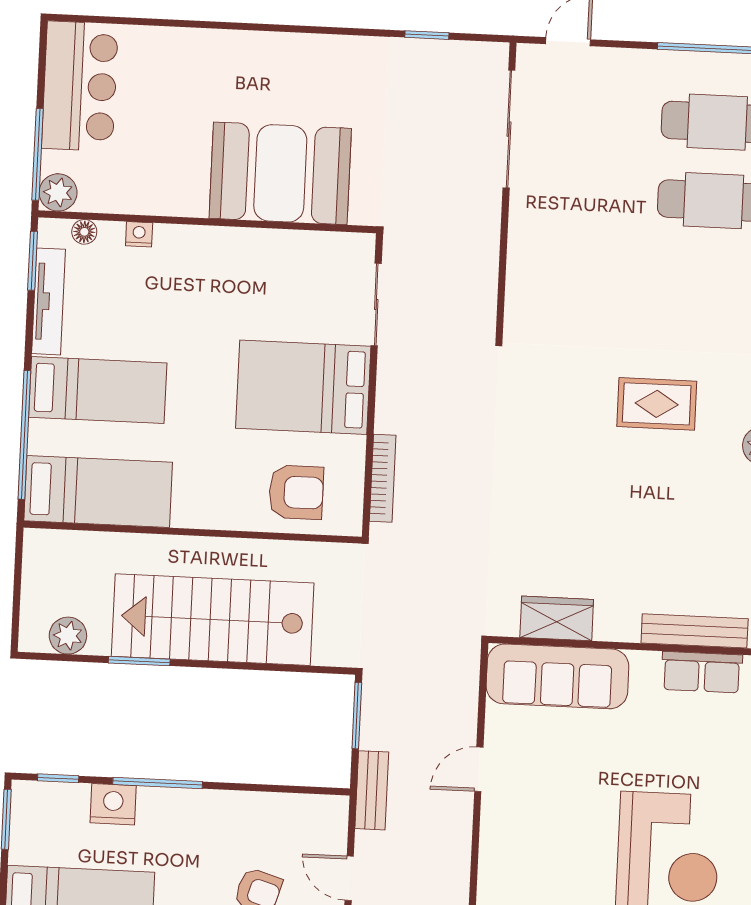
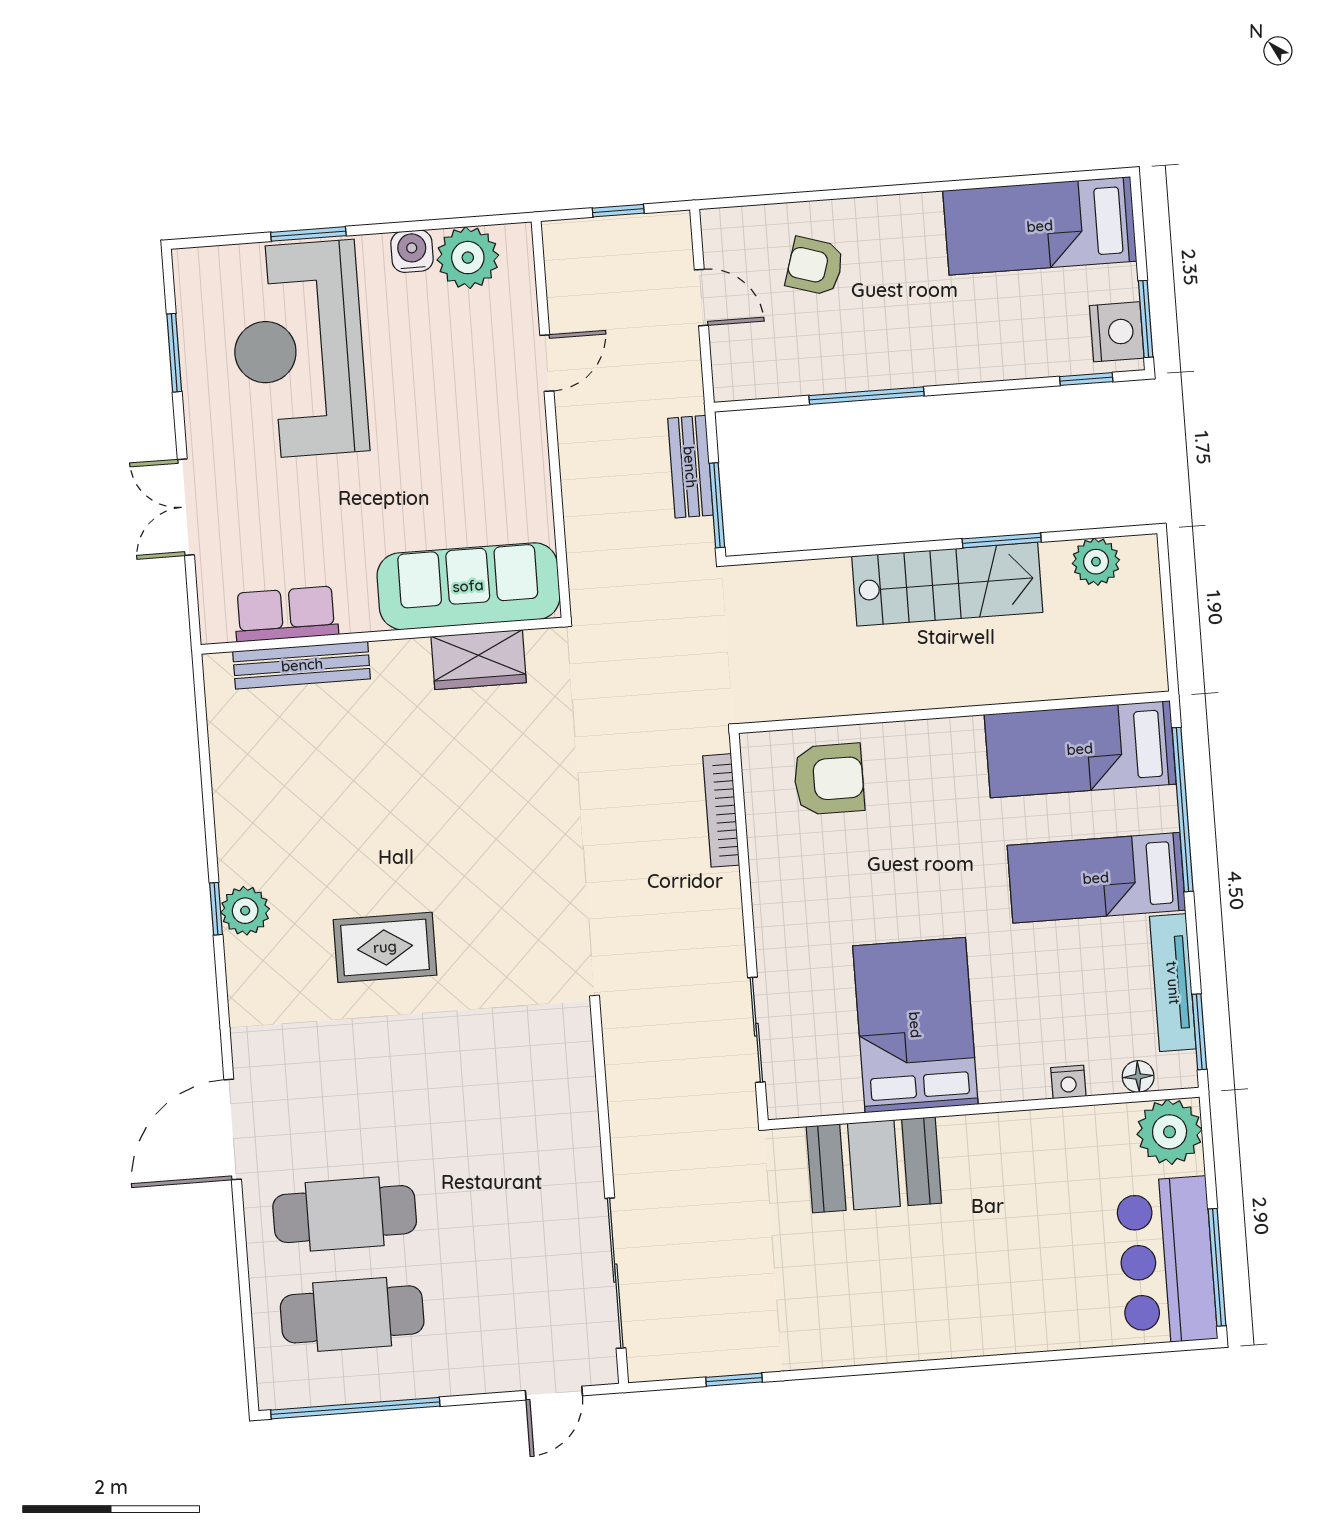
window: (38, 154) -> (1217, 1267), moved
booth: (280, 173) -> (874, 1165), width x0.73, depth x0.70
plant: (58, 192) -> (1170, 1132), width x1.36, depth x1.36
bed: (303, 387) -> (915, 1025), moved, turned -90
armchair: (296, 492) -> (829, 779), turned 180
stairs: (213, 620) -> (947, 584), width x0.73, depth x0.66
door: (479, 769) -> (547, 363), moved
window: (158, 783) -> (867, 396), moved
bench: (372, 790) -> (690, 467), moved
nightstand: (113, 804) -> (1117, 332), moved, turned -90

